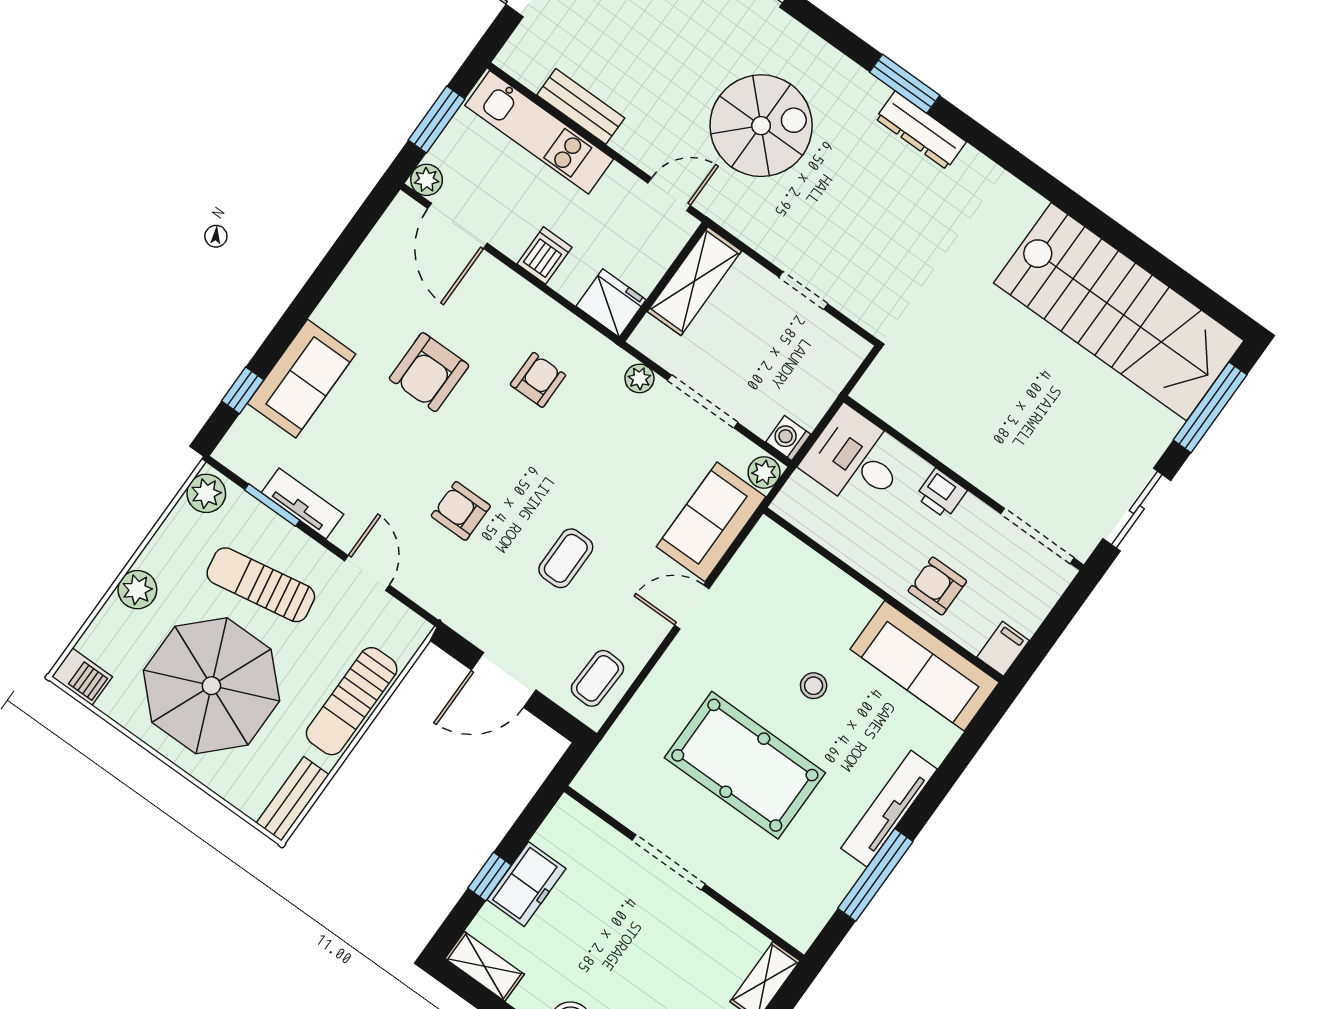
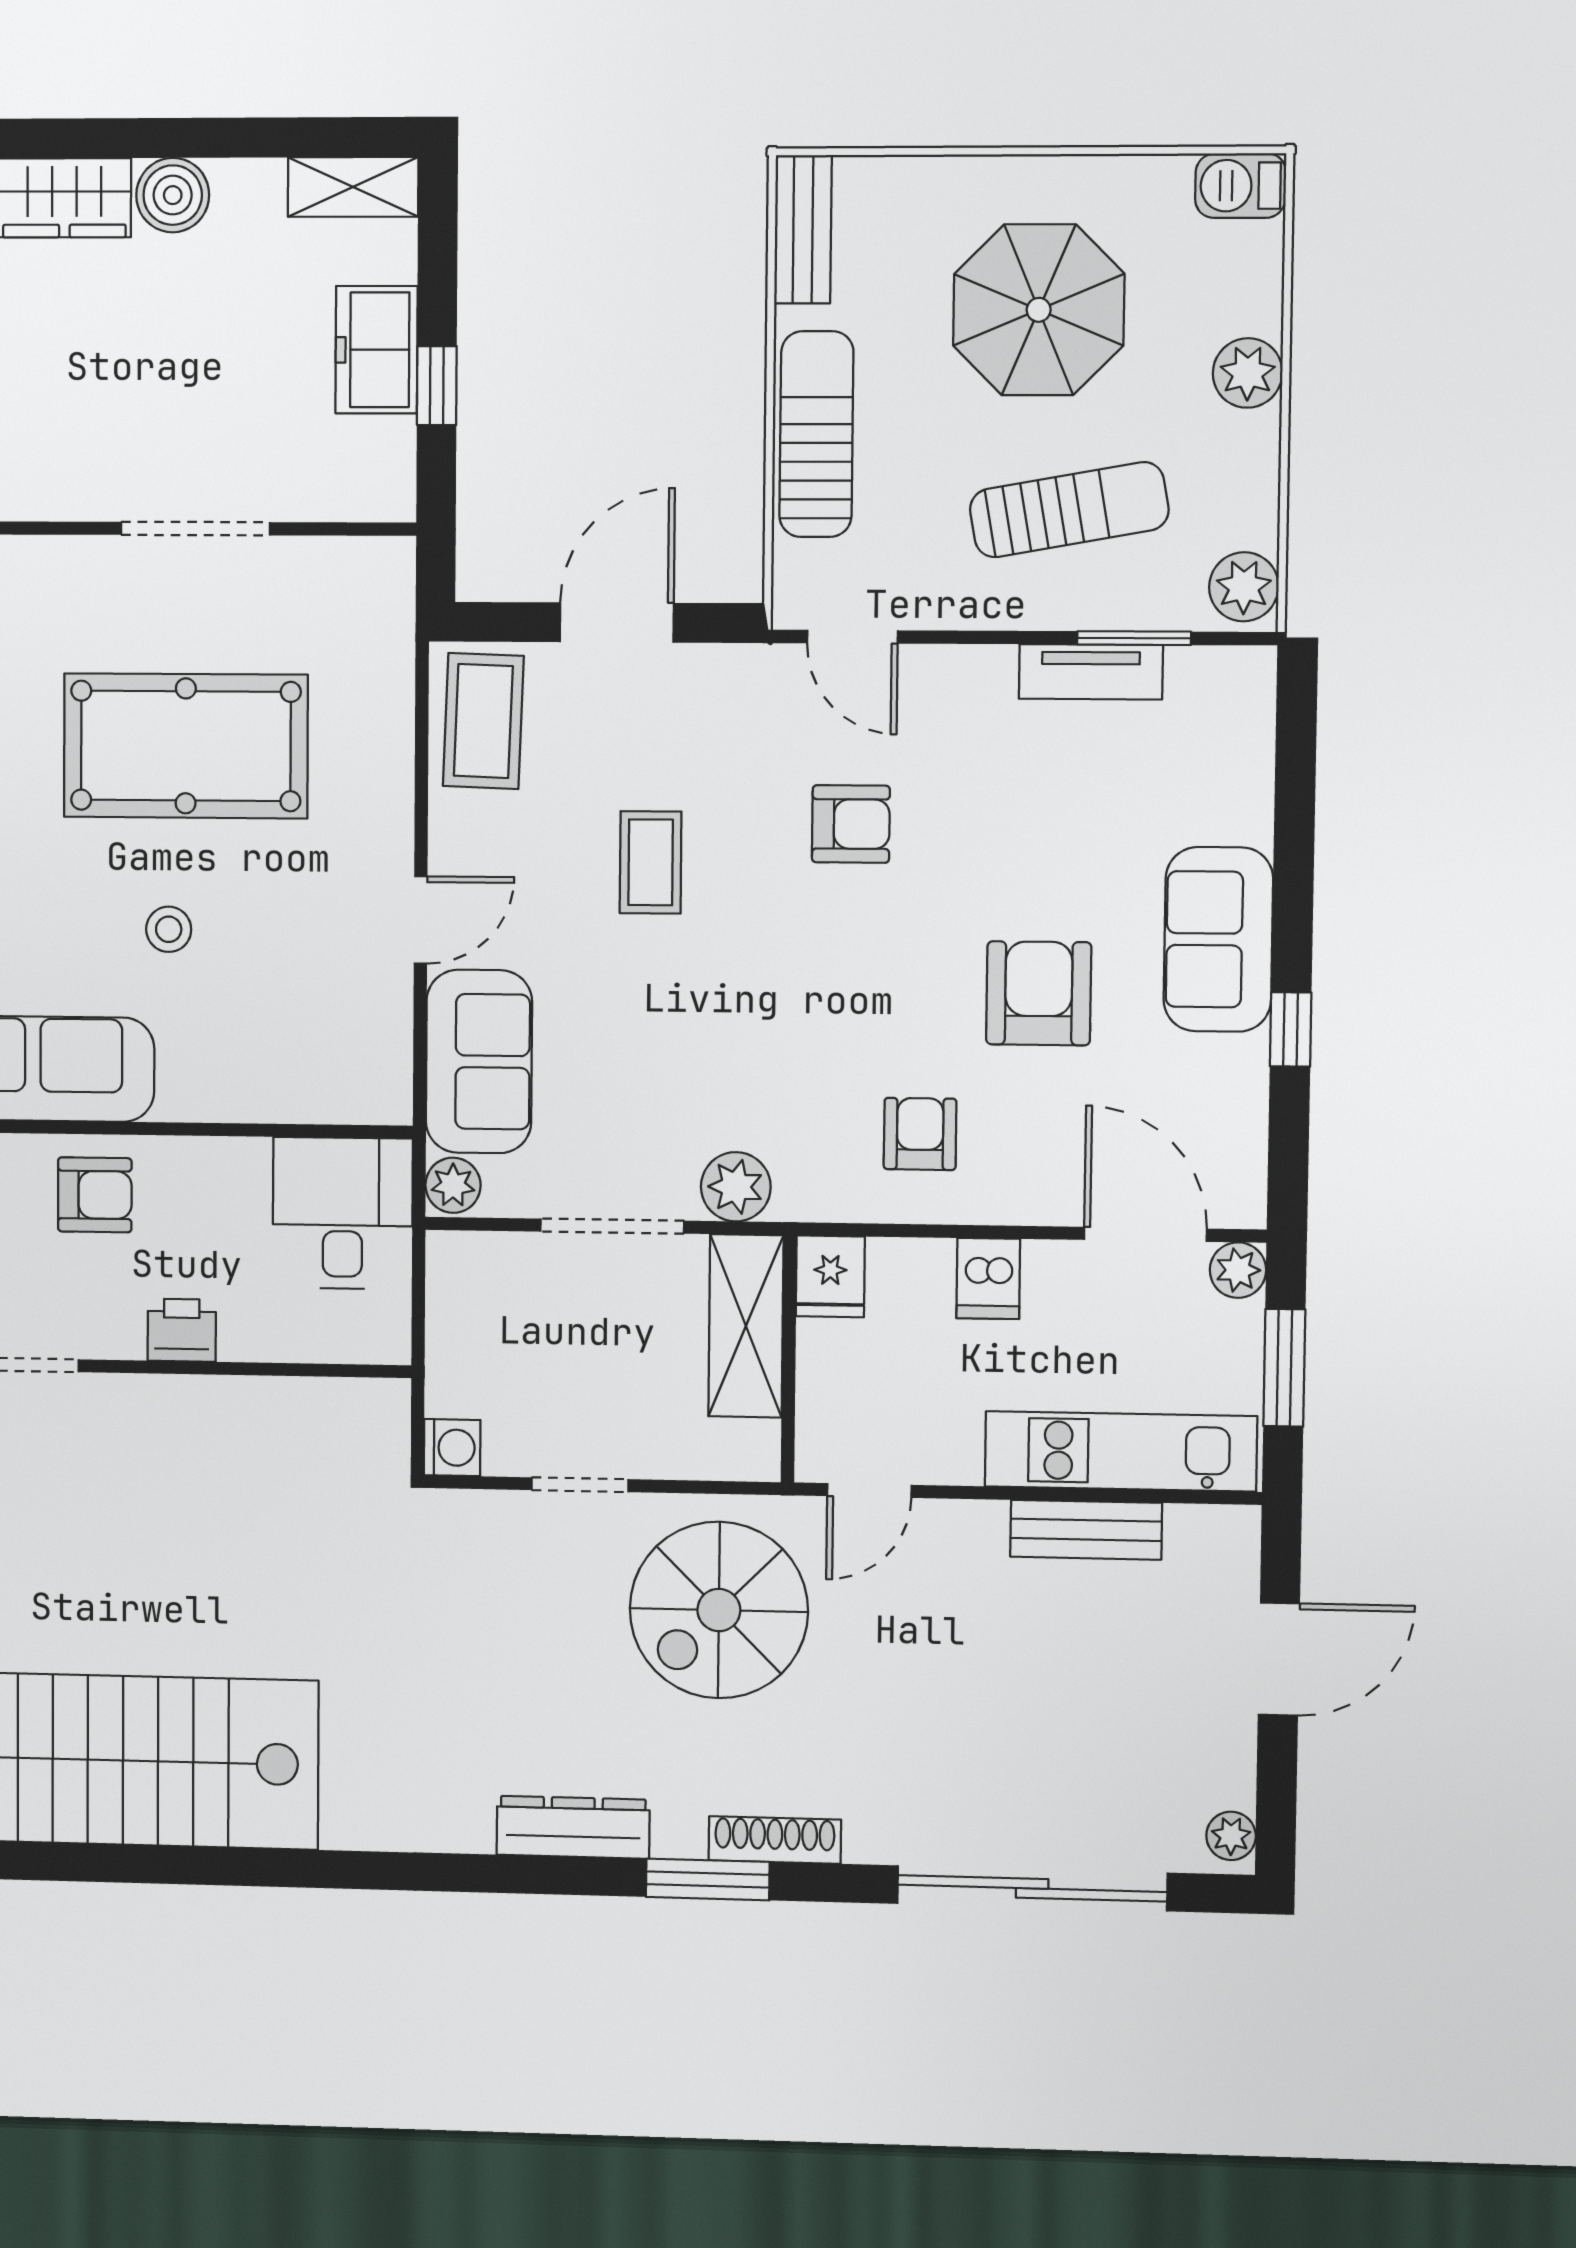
shoe rack: (829, 59) -> (775, 1840), added
window: (905, 84) -> (708, 1880), moved
spiral stairs: (761, 126) -> (719, 1610), moved
shelving: (694, 281) -> (746, 1326), moved
fridge: (611, 303) -> (830, 1276), width x0.72
plant: (639, 378) -> (736, 1187), width x1.38, depth x1.38
sofa: (302, 379) -> (1218, 939), moved
armchair: (538, 380) -> (920, 1134), moved, turned 180
window: (243, 390) -> (1291, 1029), moved
washing machine: (788, 438) -> (452, 1448), moved
desk: (855, 459) -> (343, 1213), moved, turned -90
door: (367, 573) -> (852, 637), moved
coffee table: (597, 678) -> (483, 721), width x1.36, depth x1.30
parasol: (211, 686) -> (1039, 310), width x0.73, depth x0.73
window: (490, 877) -> (437, 386), moved

